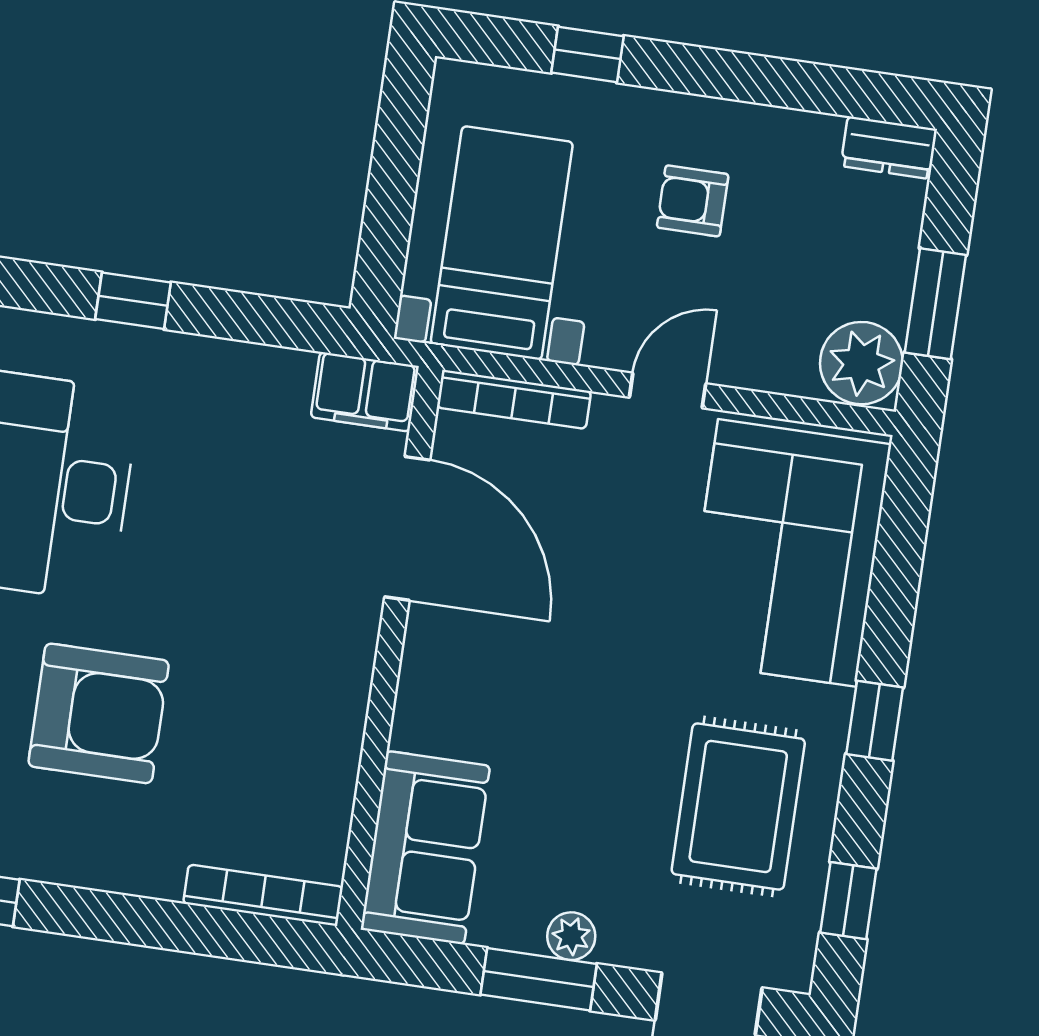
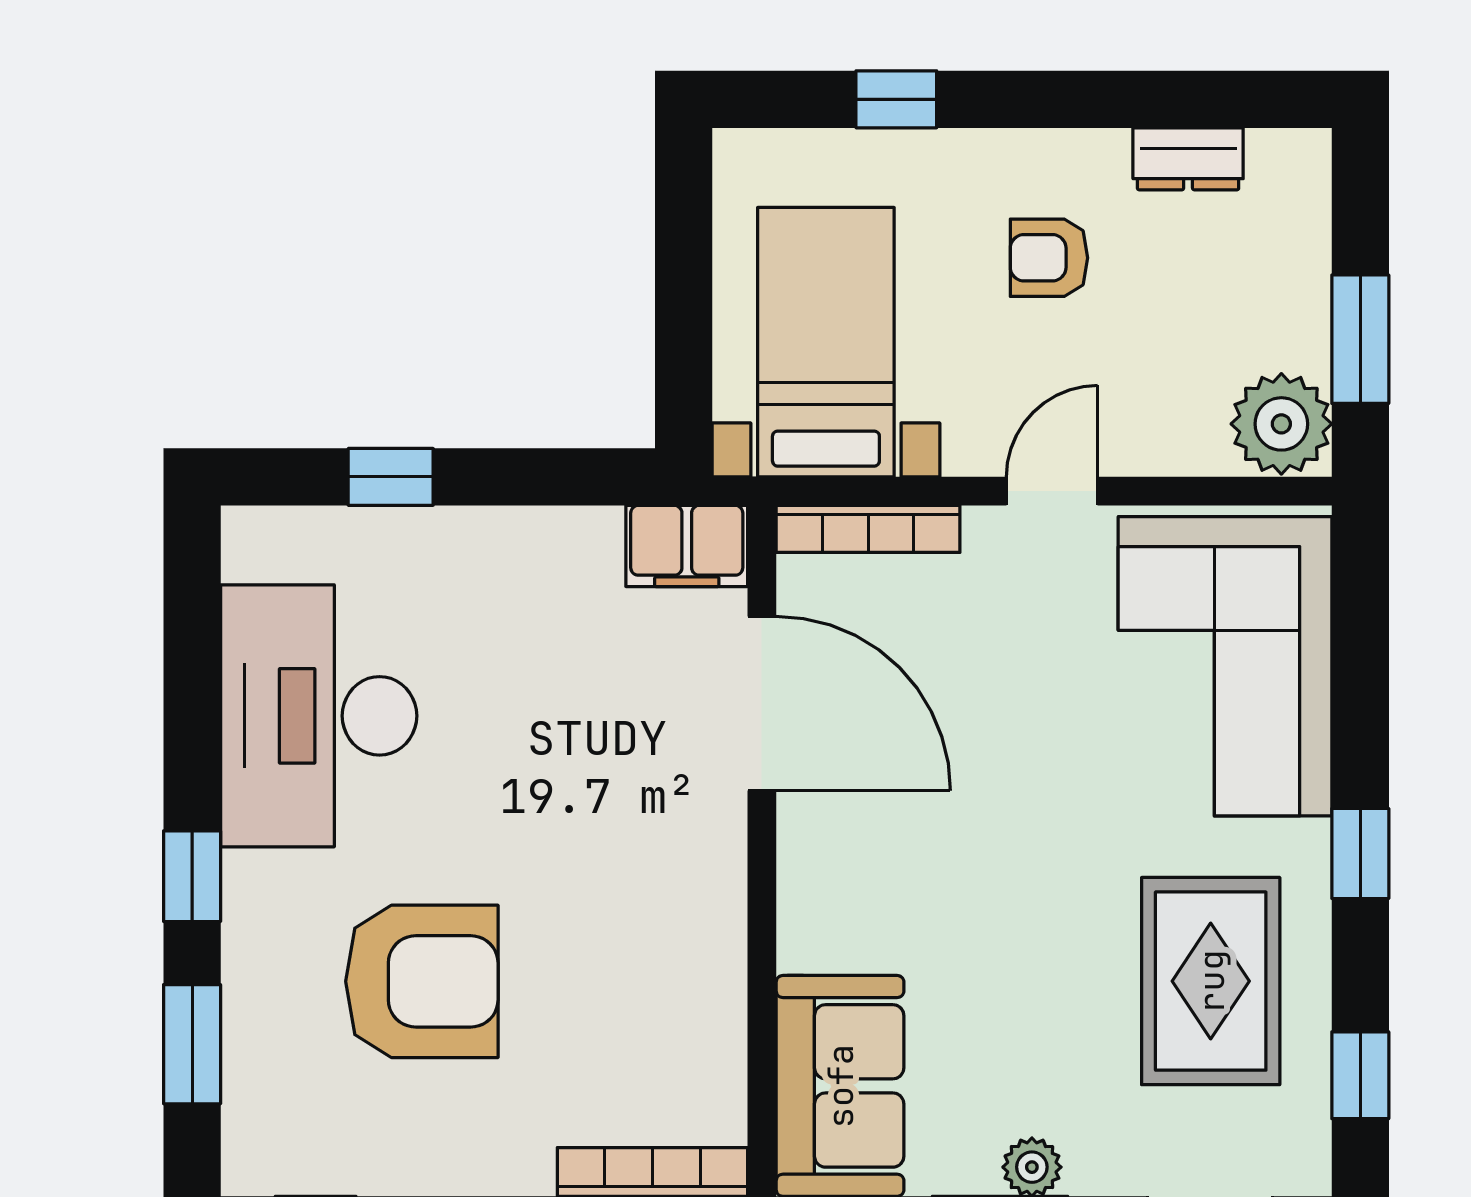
dresser: (889, 148) -> (1188, 159), moved

